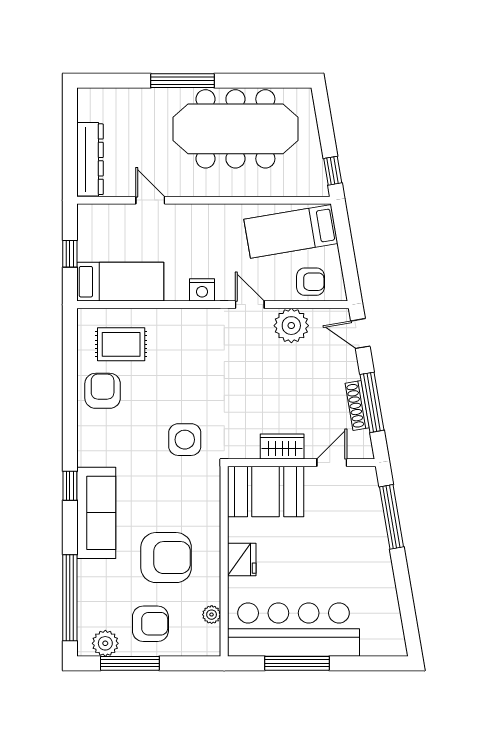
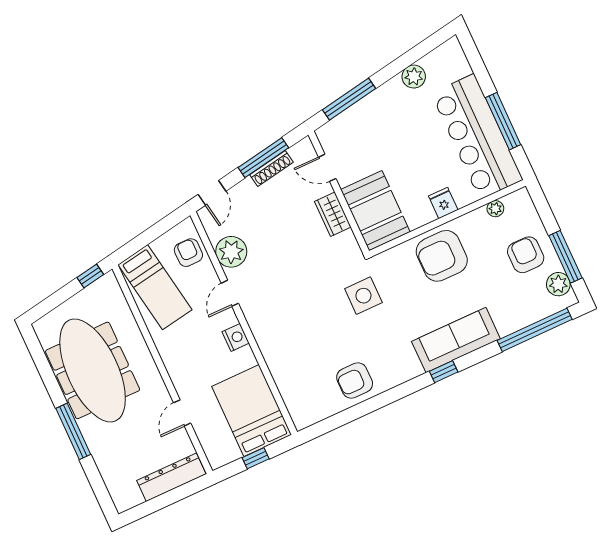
bed: (120, 282) -> (252, 411), width x1.50
rug: (121, 344) -> (310, 383), removed
armchair: (166, 558) -> (442, 256), moved, turned -90
fridge: (242, 560) -> (443, 203), width x0.72
plant: (384, 593) -> (414, 77), added

